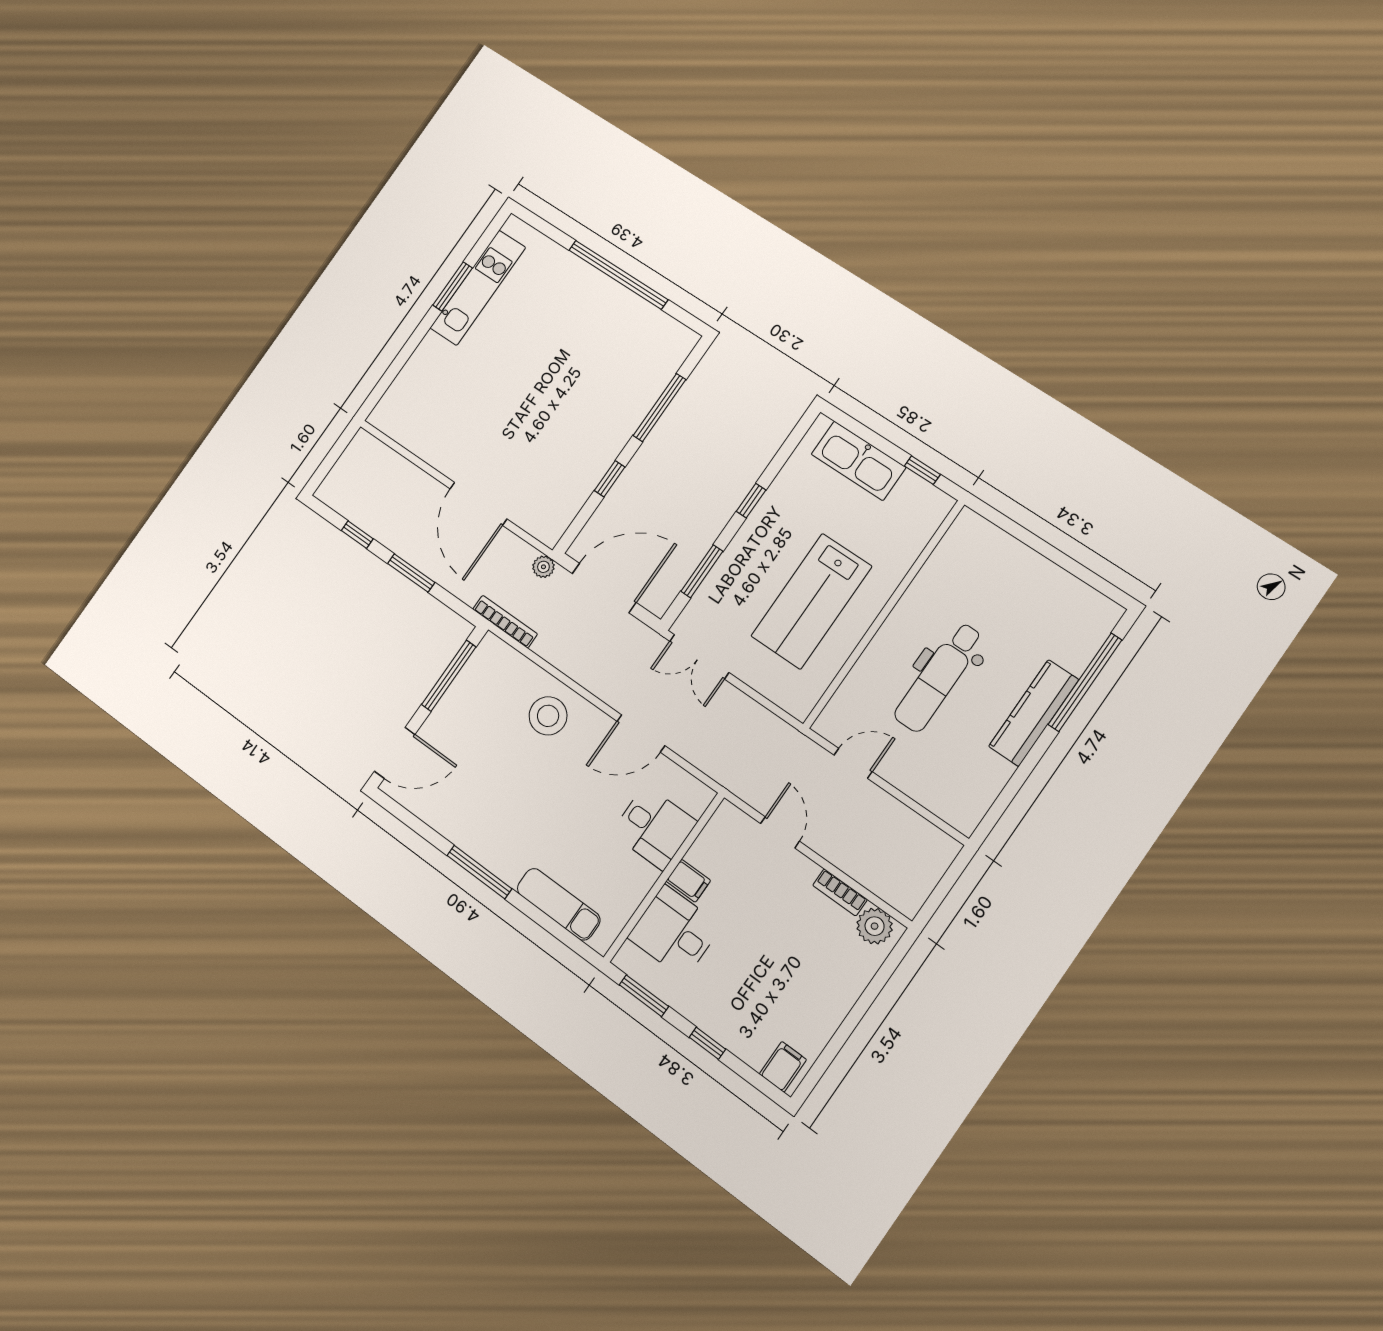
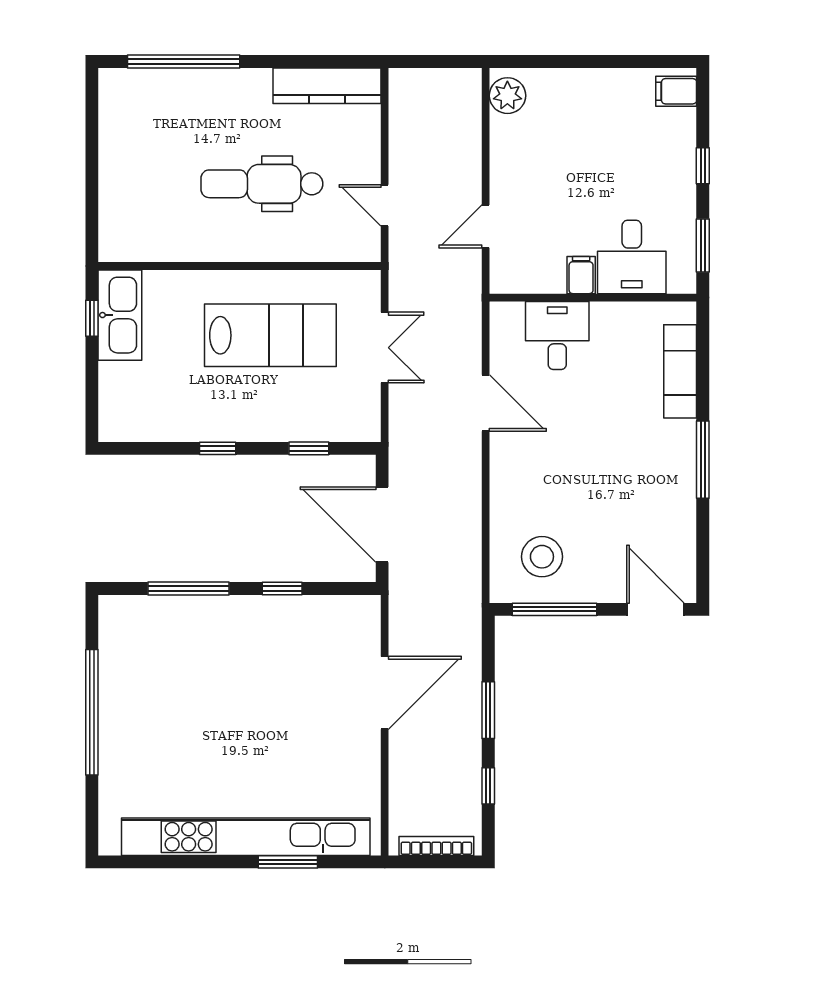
window: (453, 287) -> (288, 862), moved
kitchen unit: (478, 288) -> (246, 837), width x1.86
kitchen sink: (859, 461) -> (120, 315), moved
plant: (543, 567) -> (401, 593), removed
window: (702, 571) -> (309, 448), width x0.67
bookcase: (505, 622) -> (436, 846), moved, turned 90
double door: (699, 657) -> (385, 348), moved
dental chair: (939, 677) -> (262, 184), turned 180
kitchen counter: (1034, 713) -> (327, 86), moved
stool: (548, 716) -> (542, 557), moved
bookcase: (840, 892) -> (500, 143), removed

